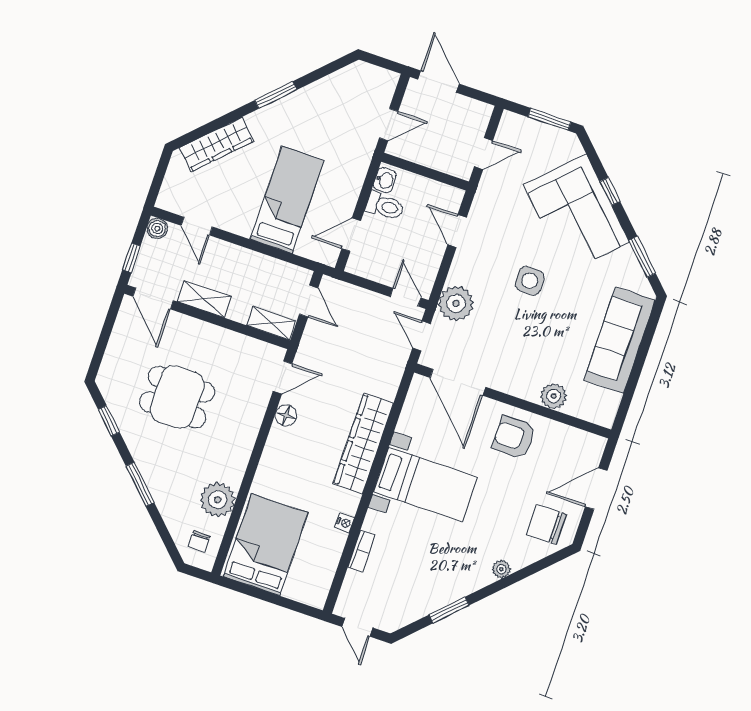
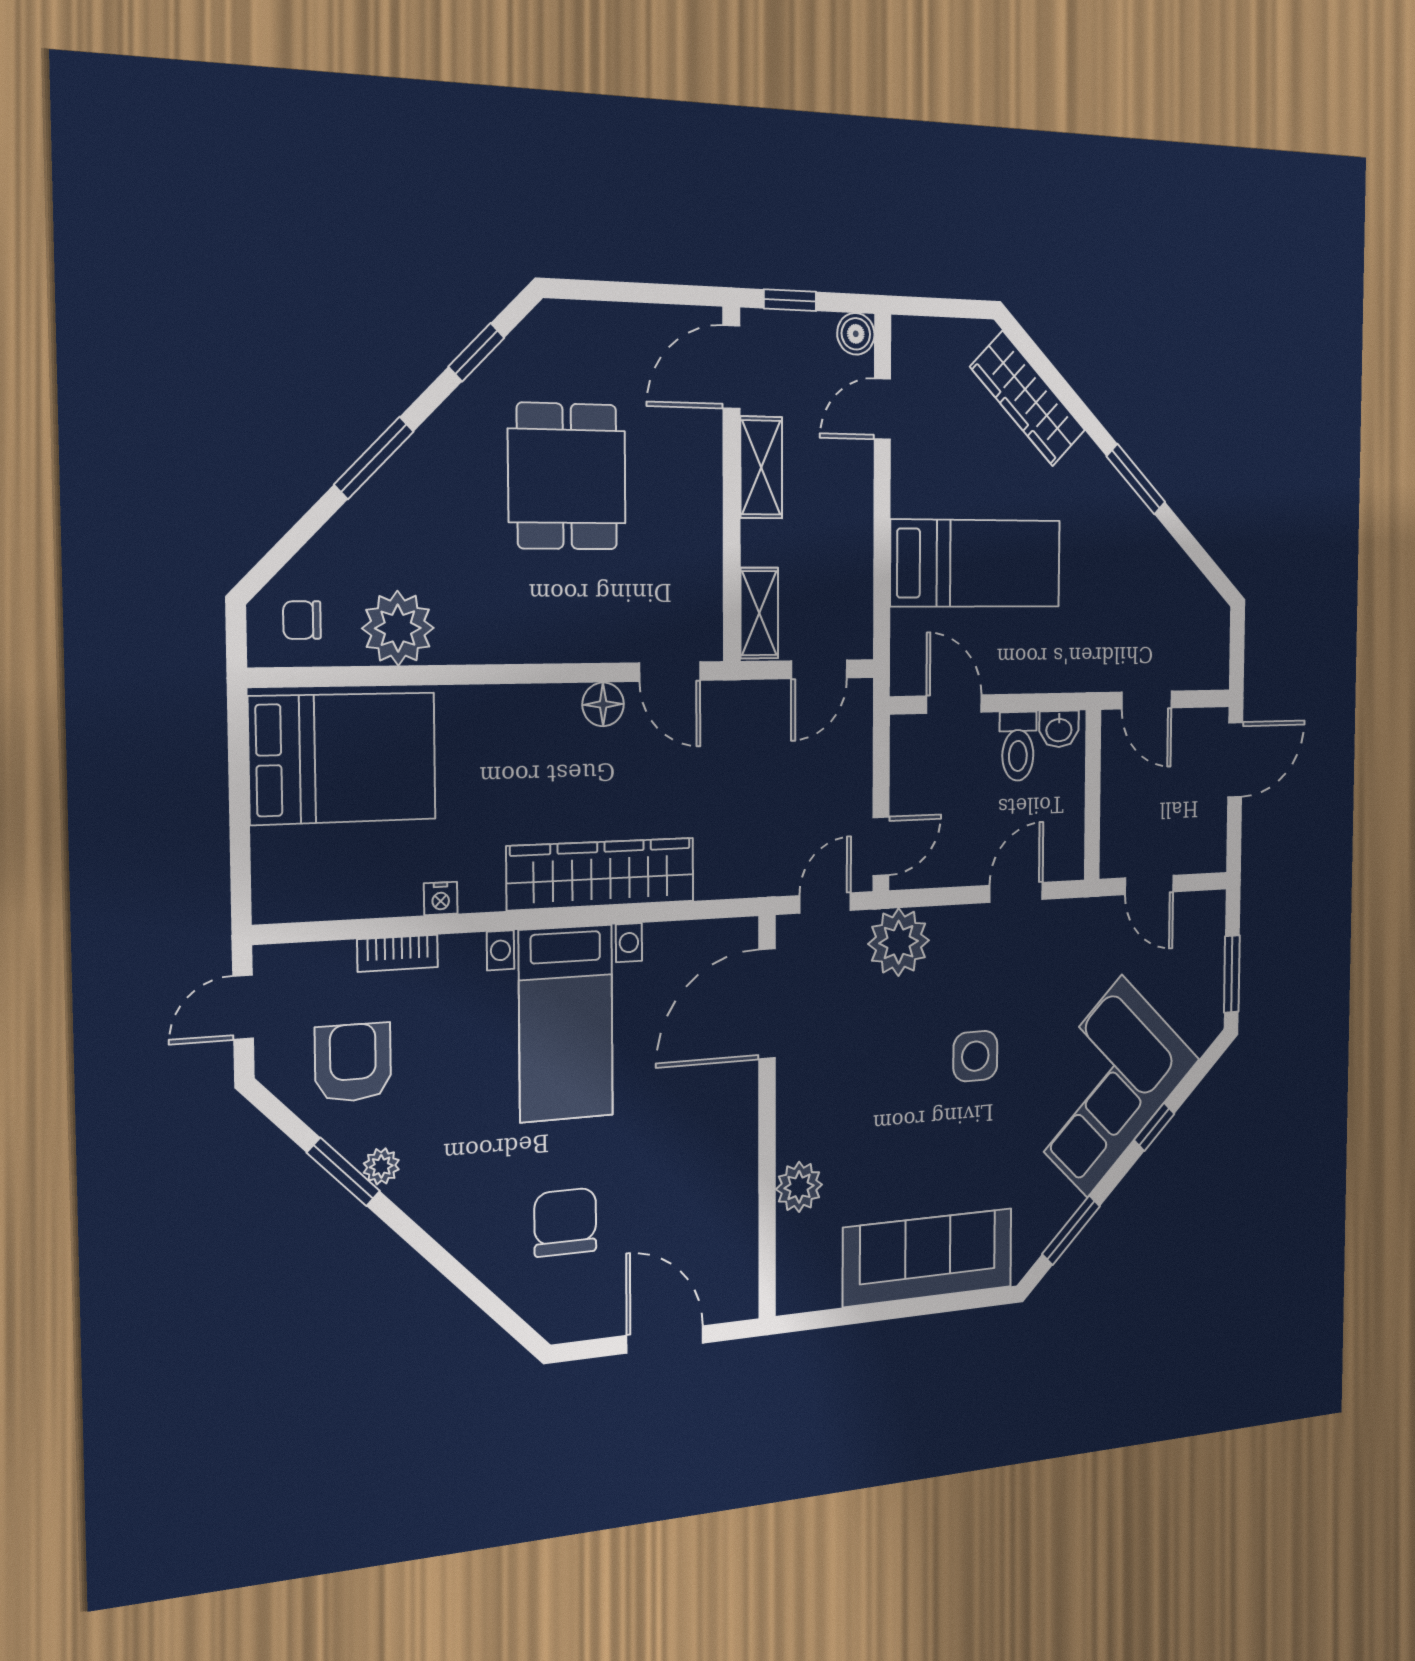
armchair: (514, 437) -> (353, 1063), moved
chair: (546, 524) -> (565, 1222), moved
plant: (501, 569) -> (381, 1166), moved

